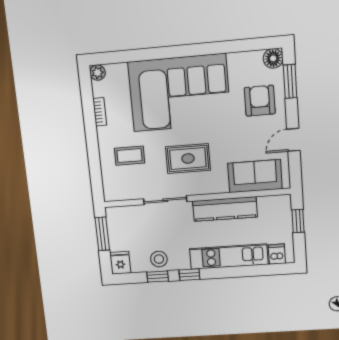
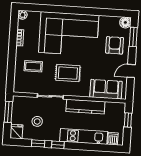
stool: (159, 259) -> (37, 121), moved

